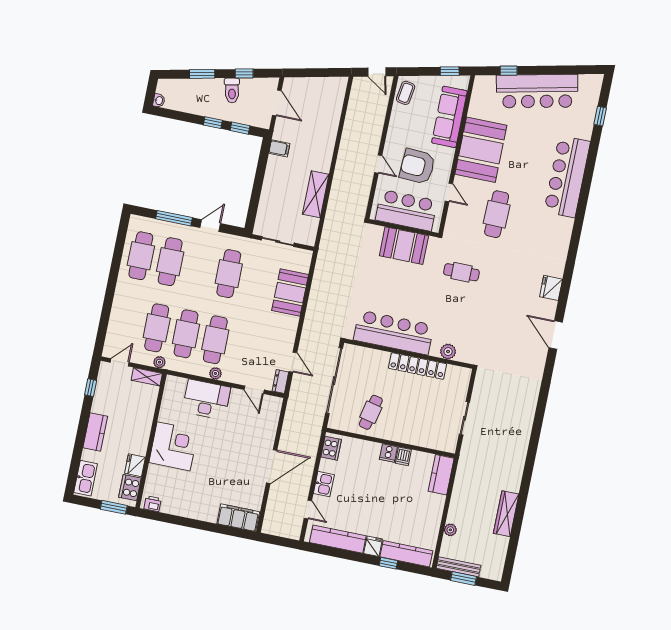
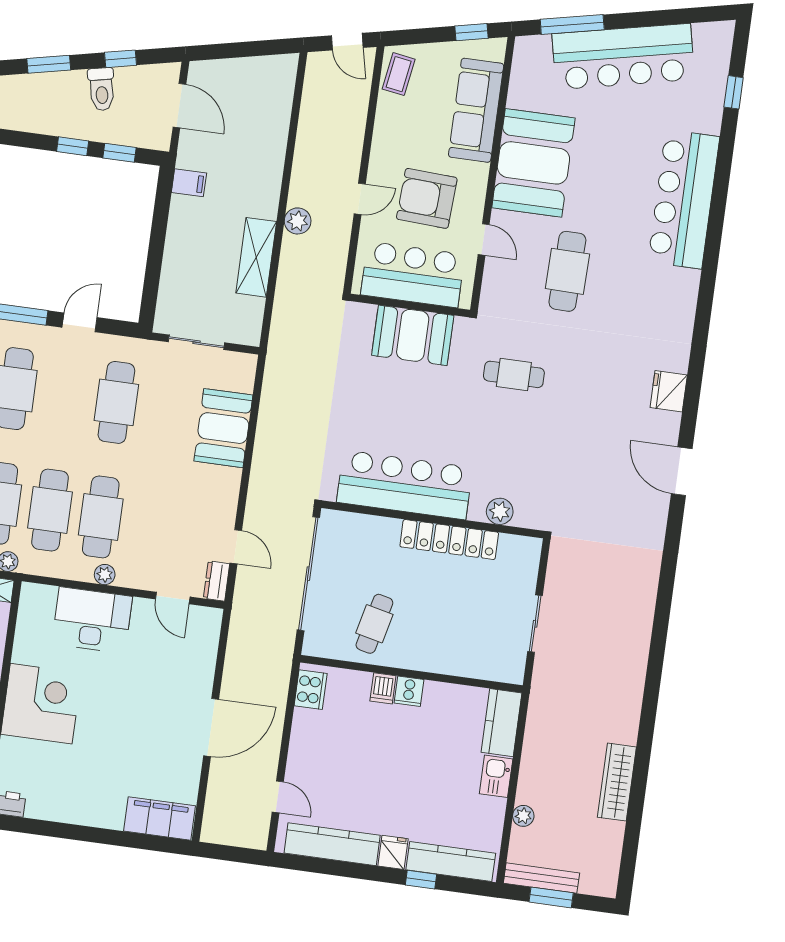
window: (509, 71) -> (572, 25), width x2.17
door: (378, 164) -> (360, 199), hinge flipped
plant: (341, 175) -> (298, 221), added
dishwasher: (403, 456) -> (383, 688), moved
kitchen sink: (324, 484) -> (496, 776), moved, turned 180

